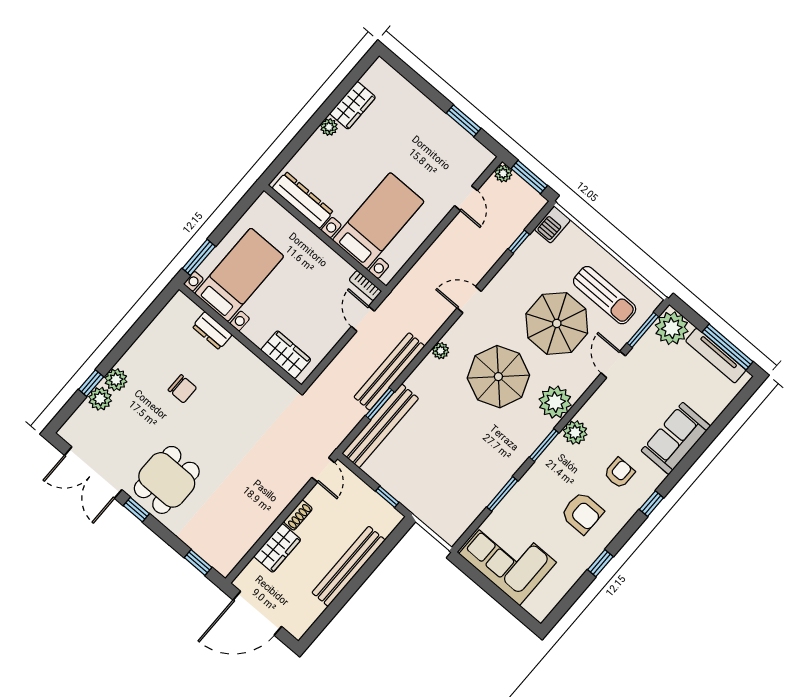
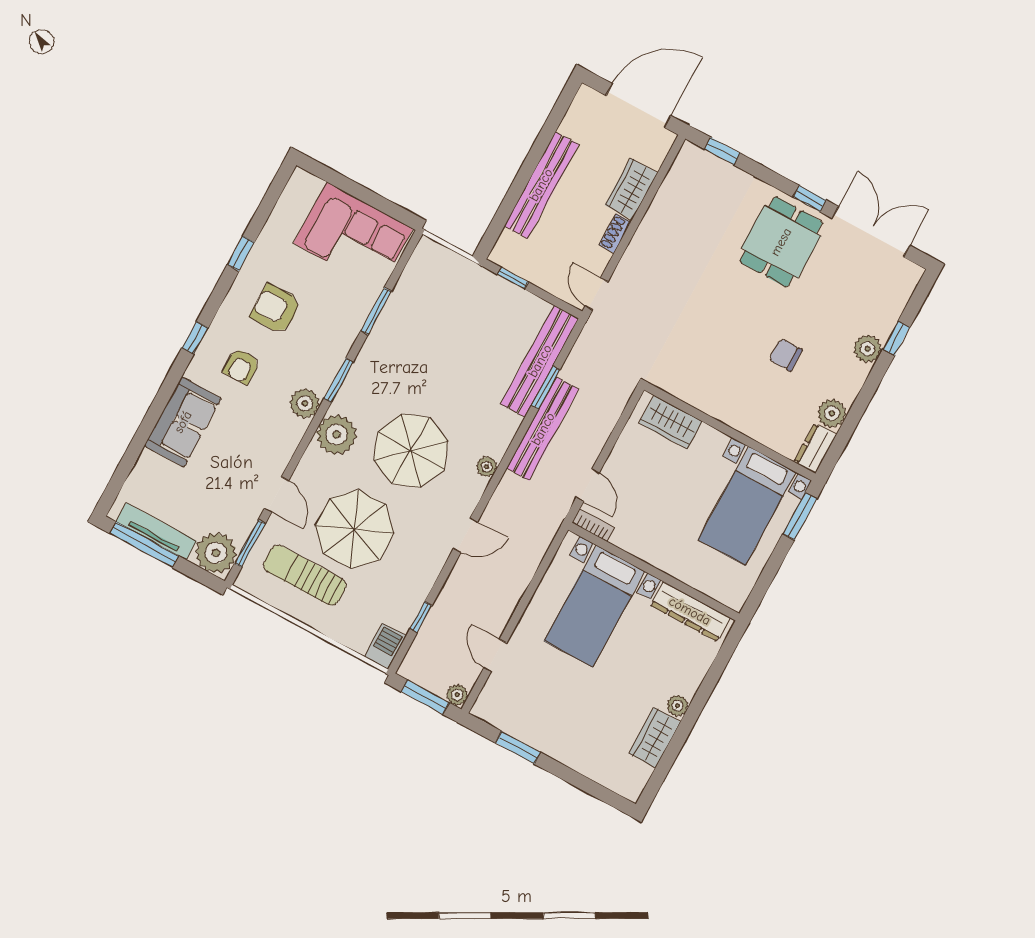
dresser: (212, 331) -> (815, 448), moved, turned -90
plant: (100, 399) -> (832, 413), moved

